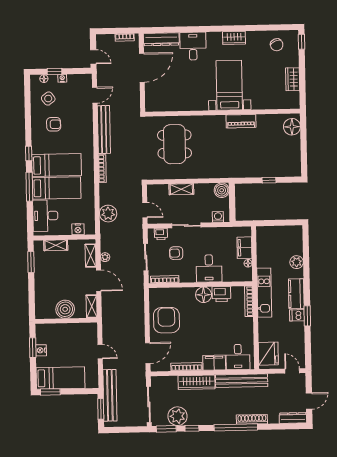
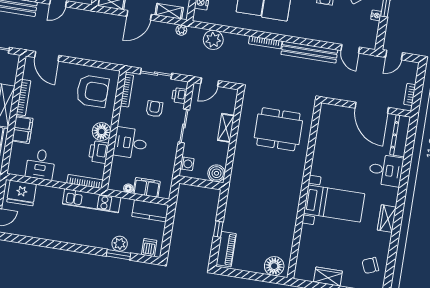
piano: (241, 121) -> (226, 249), moved, turned 180
plant: (105, 257) -> (181, 30), moved
kitchen counter: (296, 294) -> (150, 211), moved, turned 180
dishwasher: (297, 315) -> (149, 248), moved
window: (307, 316) -> (119, 255), moved
armchair: (166, 320) -> (92, 91), moved
desk: (238, 357) -> (40, 164), moved, turned -90

